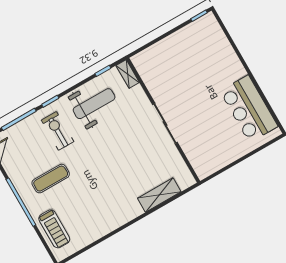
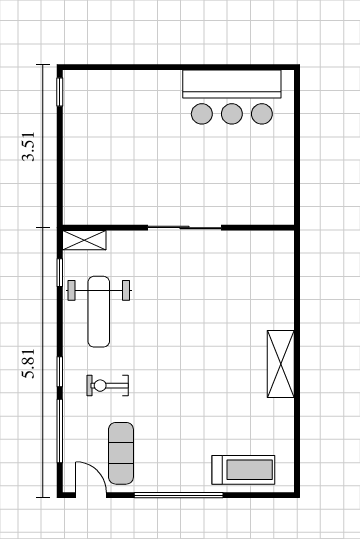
weight bench: (94, 104) -> (99, 312), turned 180
exercise bike: (58, 131) -> (108, 386), width x0.73, depth x0.72
exercise mat: (51, 179) -> (121, 453), moved
shelving: (159, 195) -> (281, 364), moved

